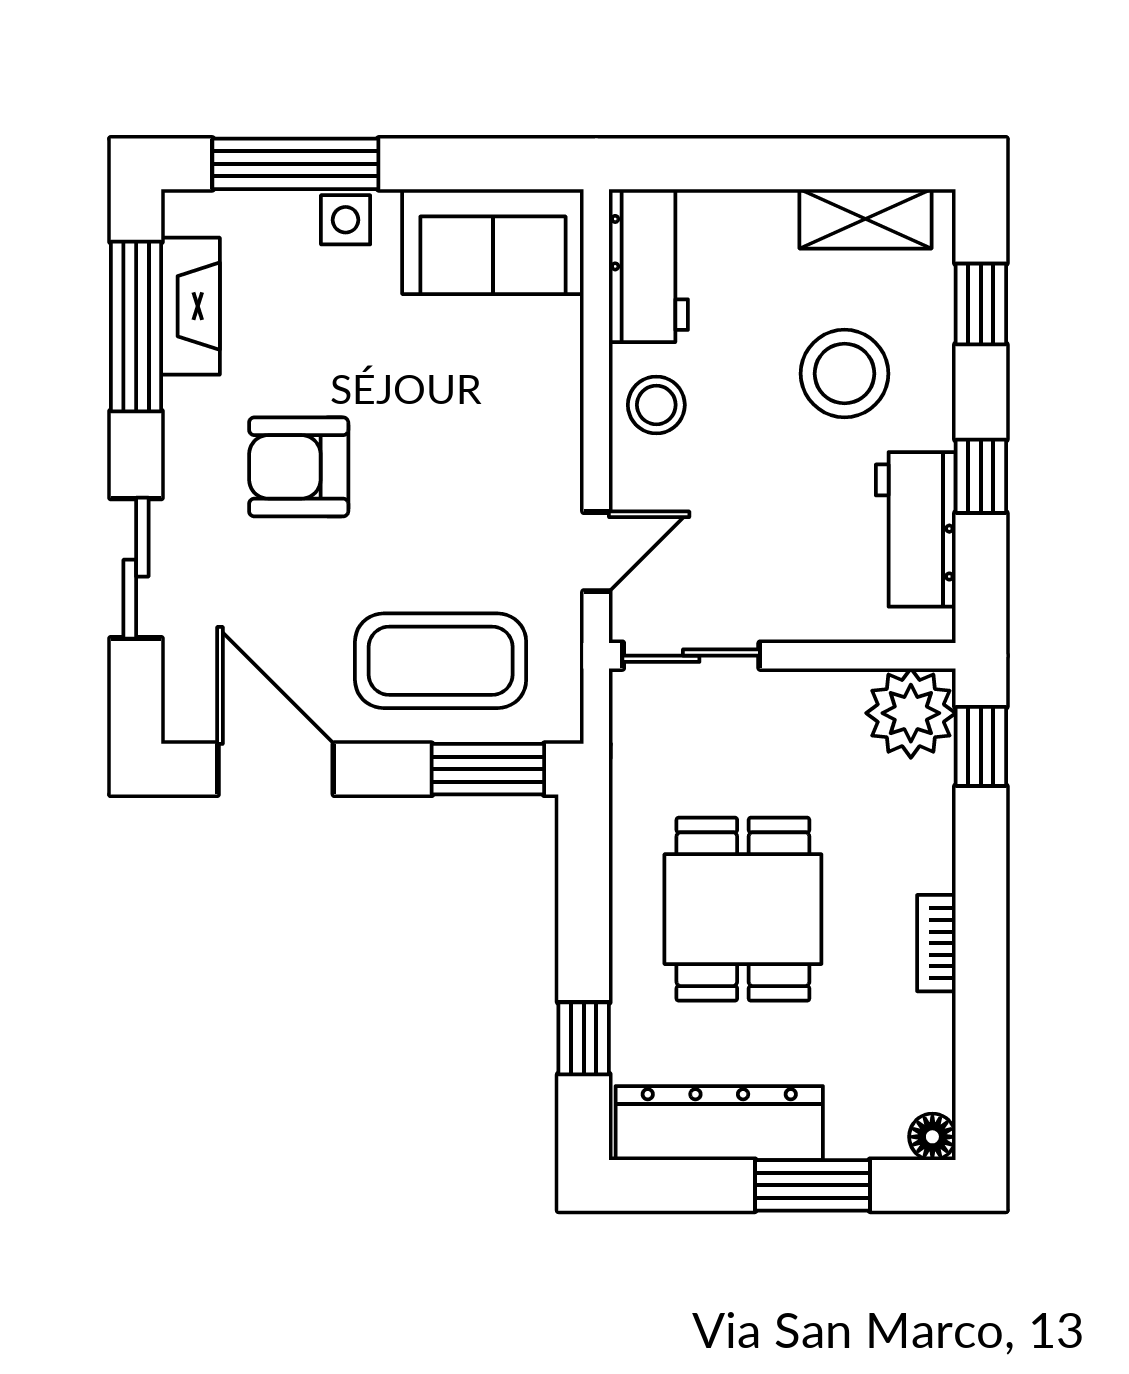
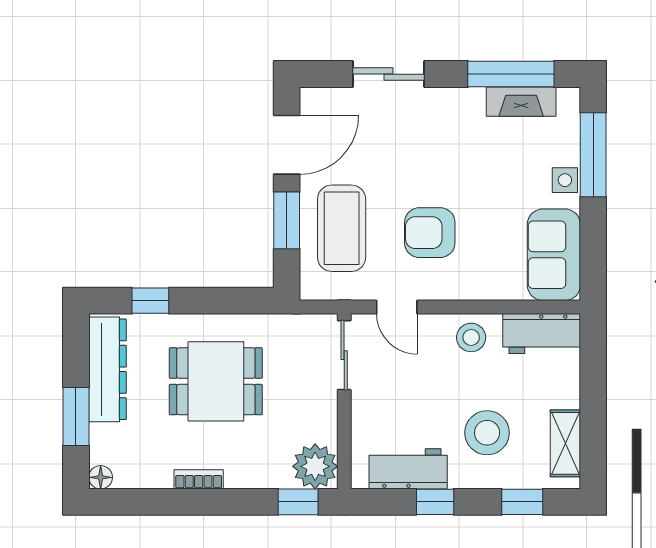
armchair: (299, 467) -> (430, 233), moved, turned -90
window: (488, 769) -> (287, 220), moved

